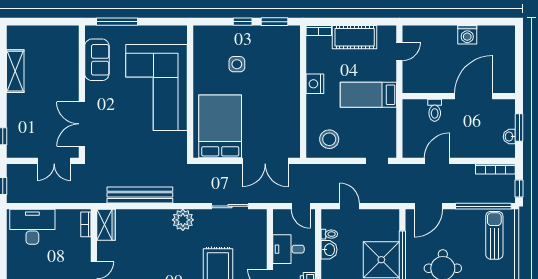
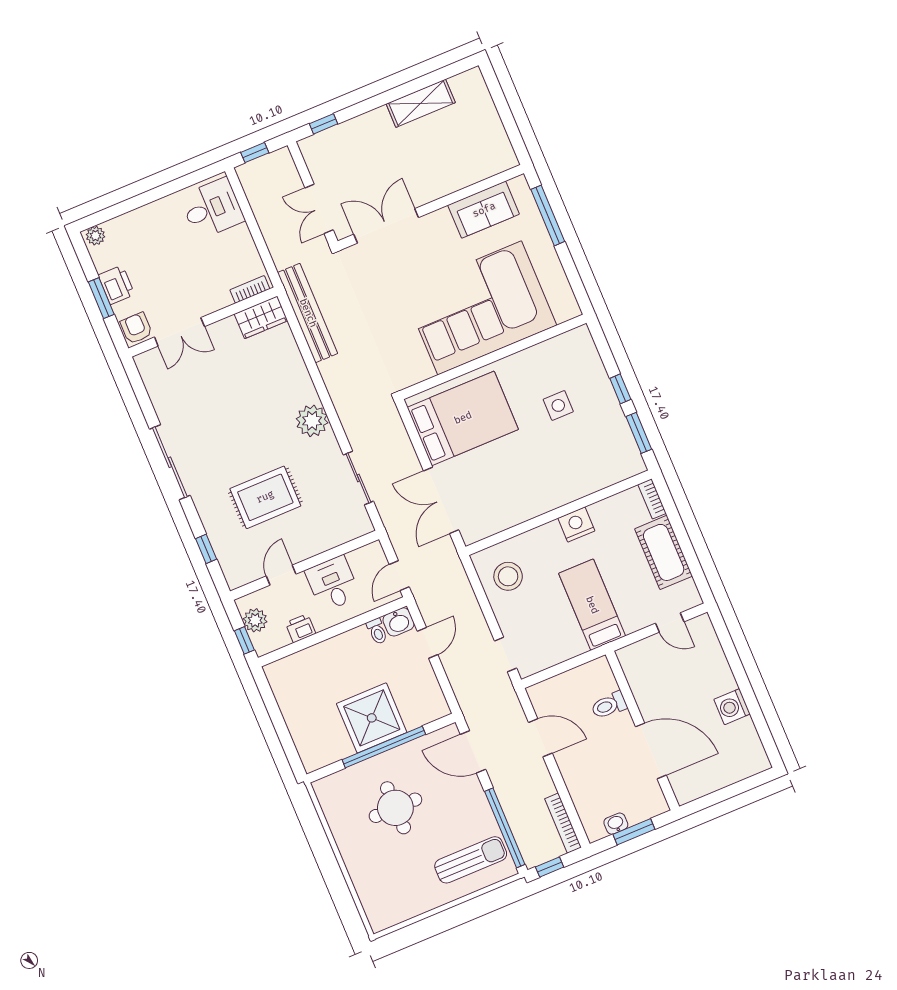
bench: (140, 195) -> (308, 313), moved
desk: (32, 227) -> (212, 208), width x0.73
washbasin: (329, 250) -> (398, 622), moved

